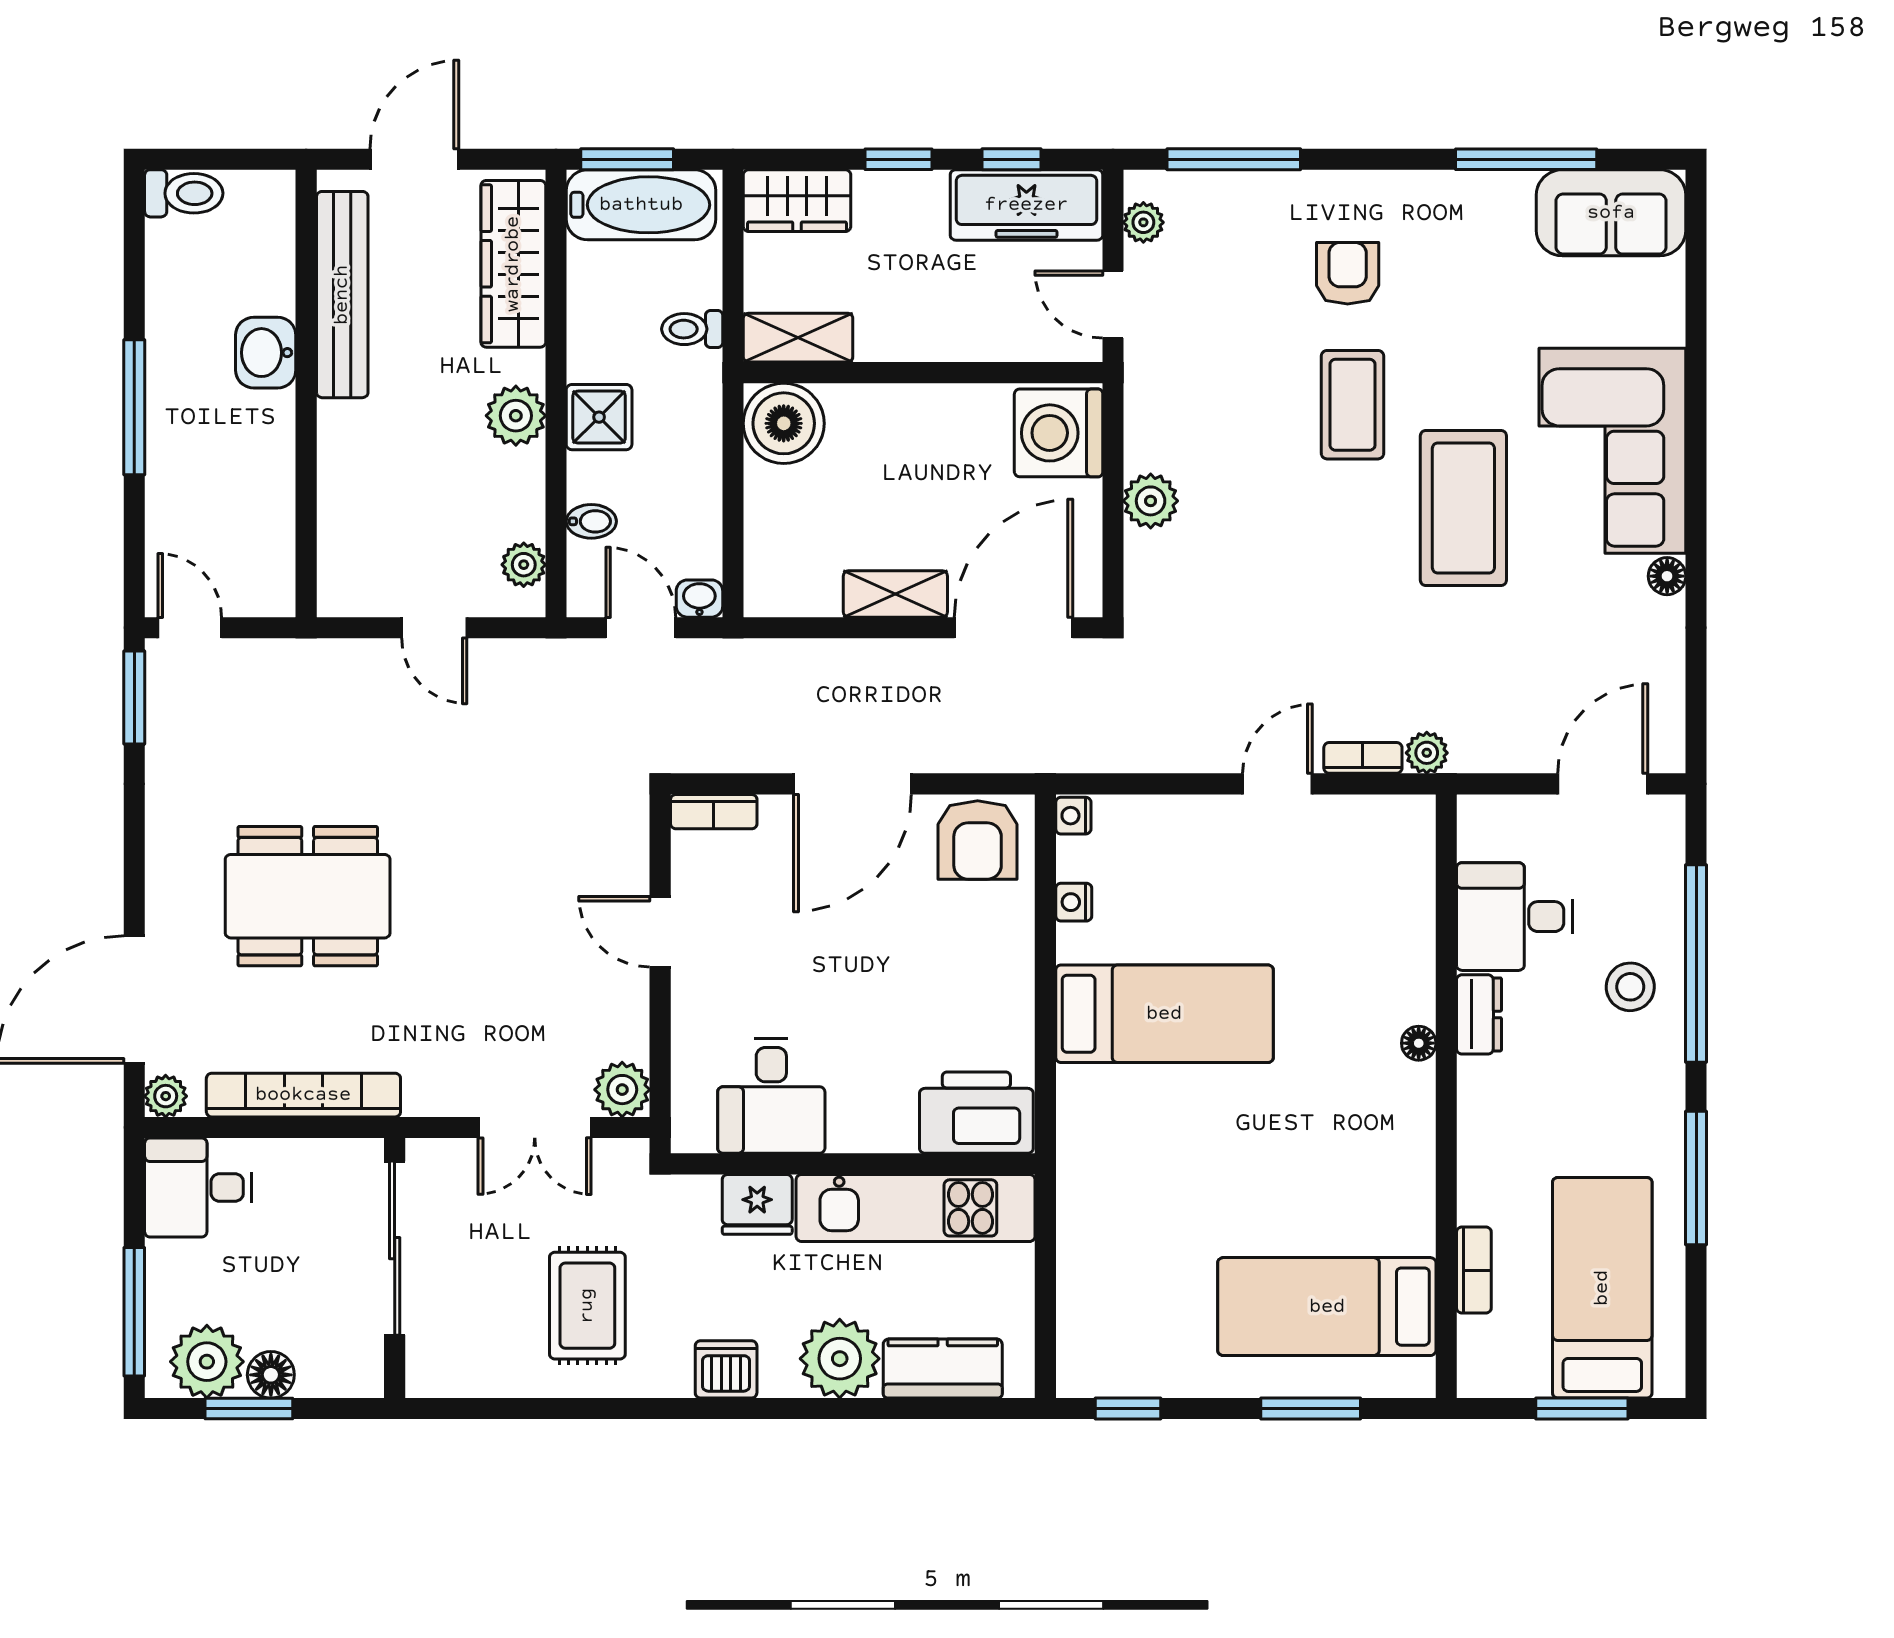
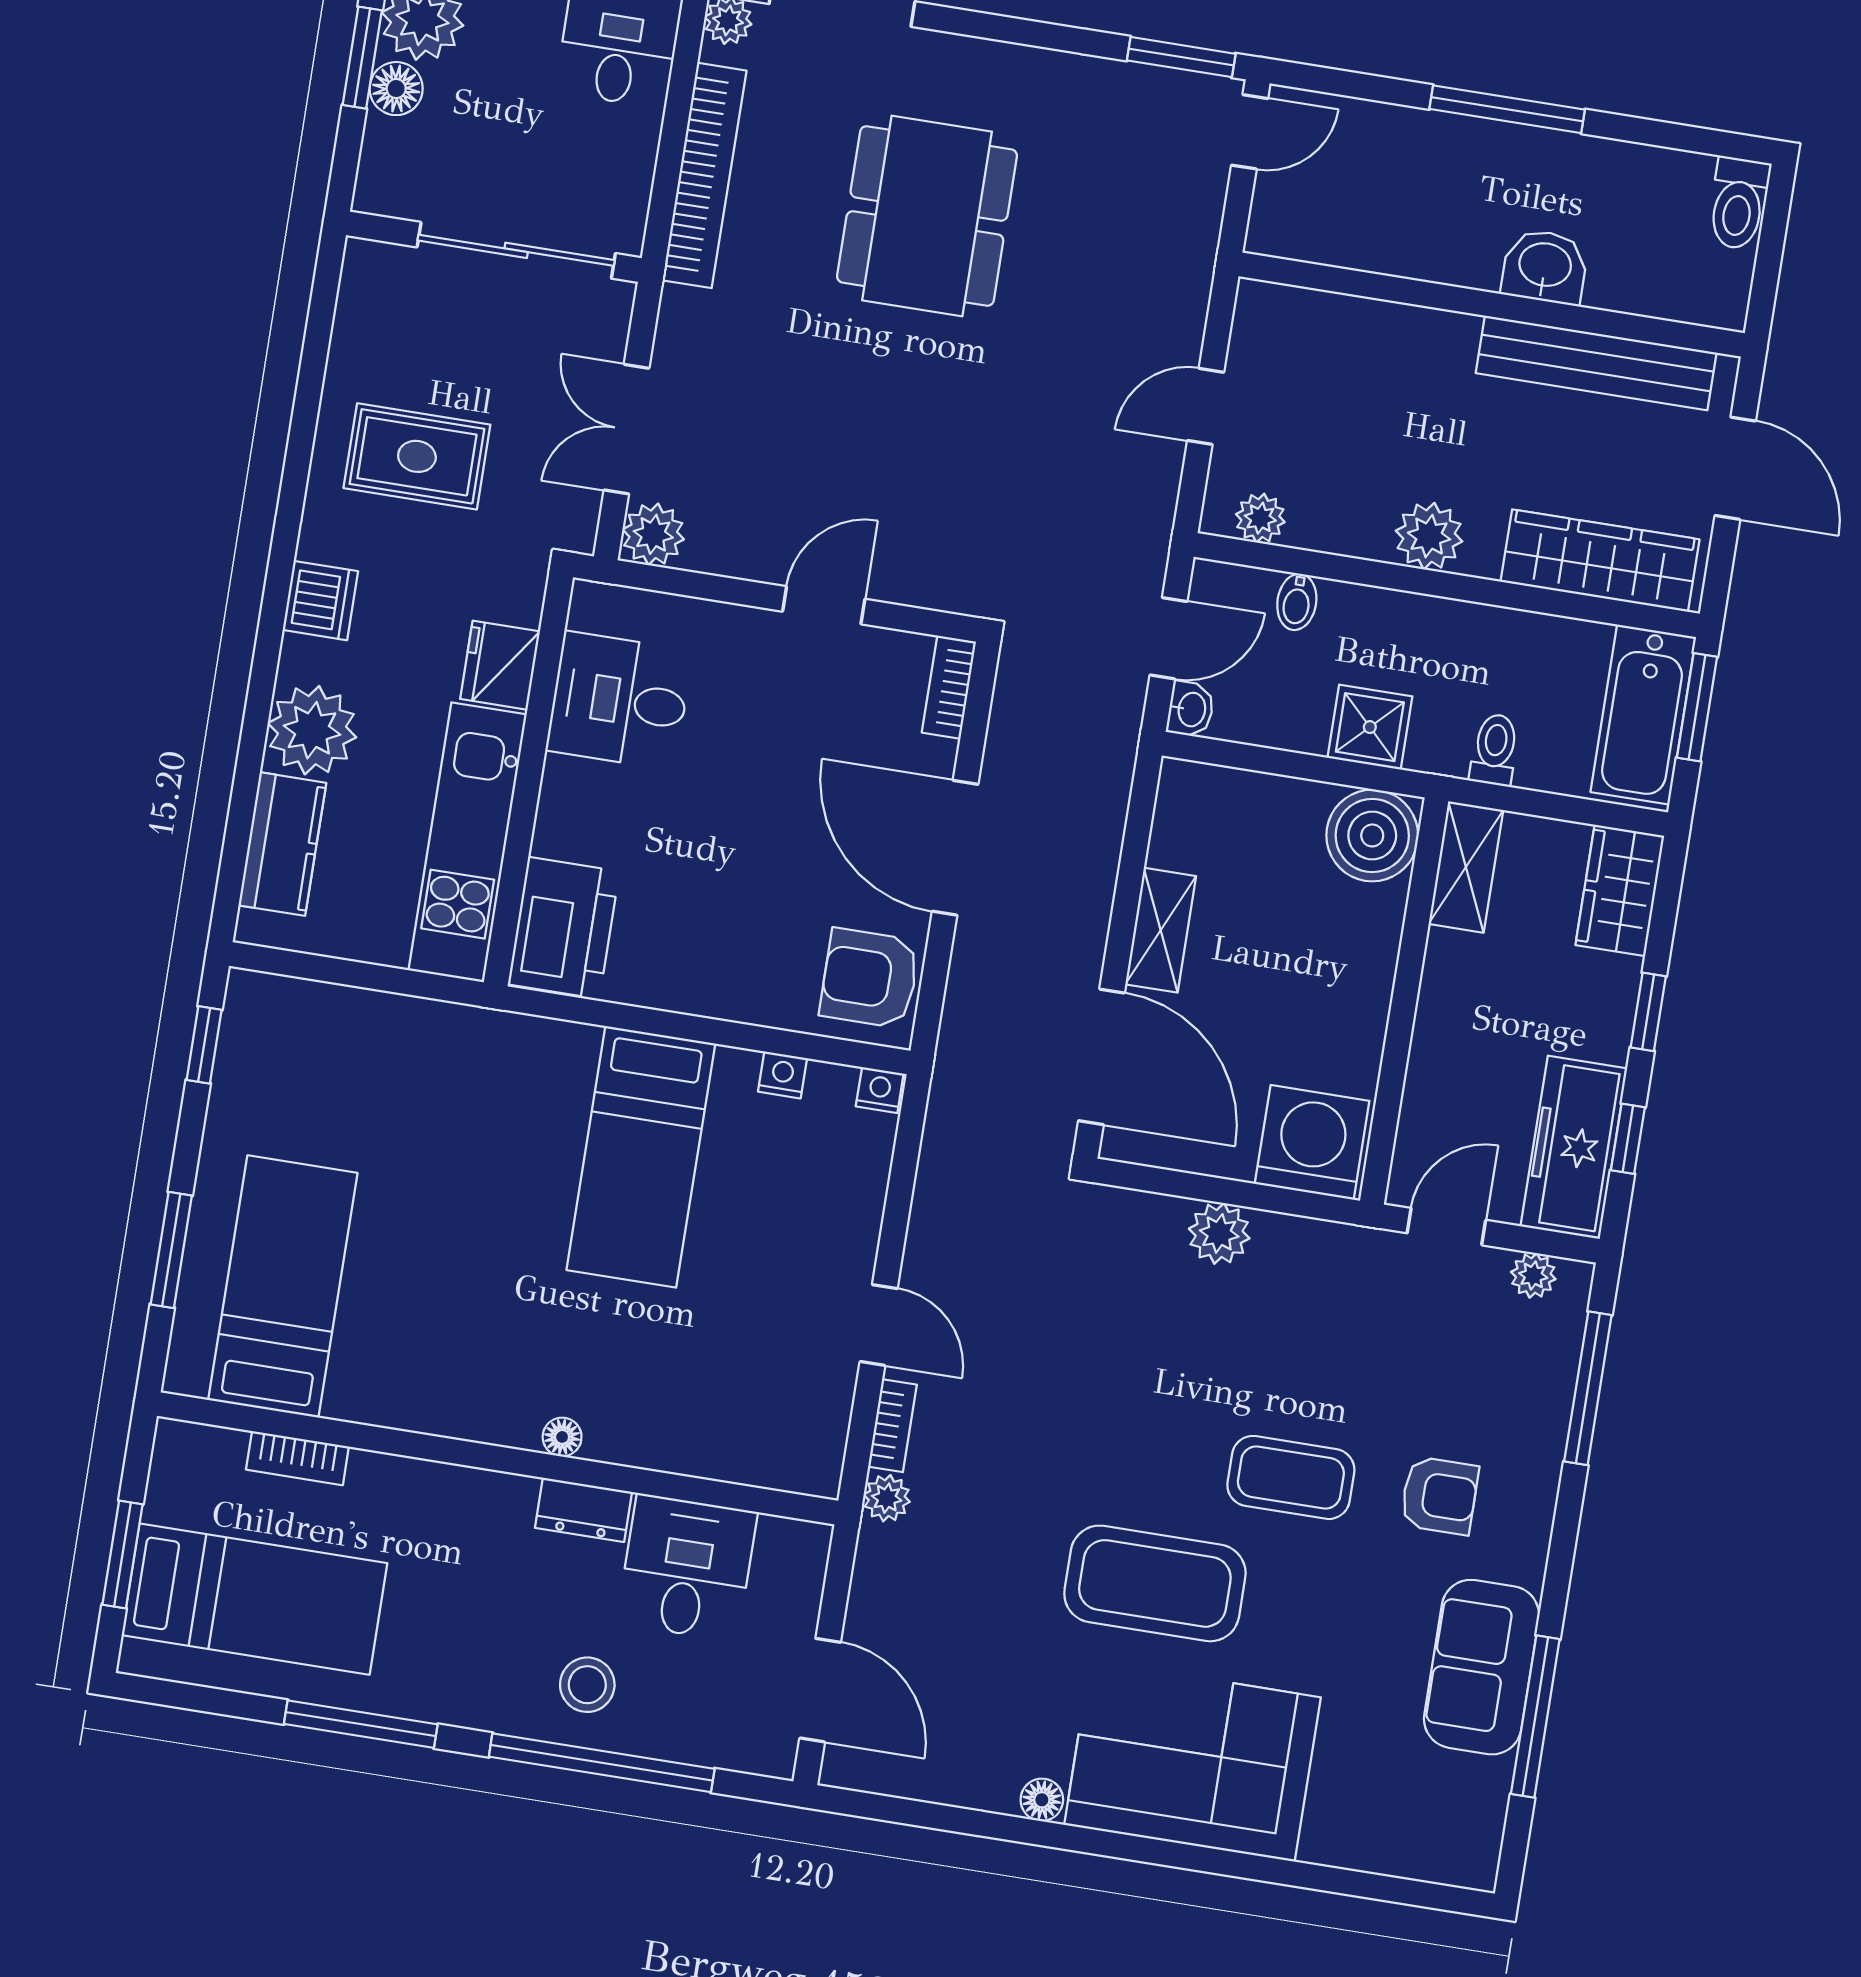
sofa: (1611, 213) -> (1482, 1667), moved
shower: (599, 417) -> (1370, 727), moved

